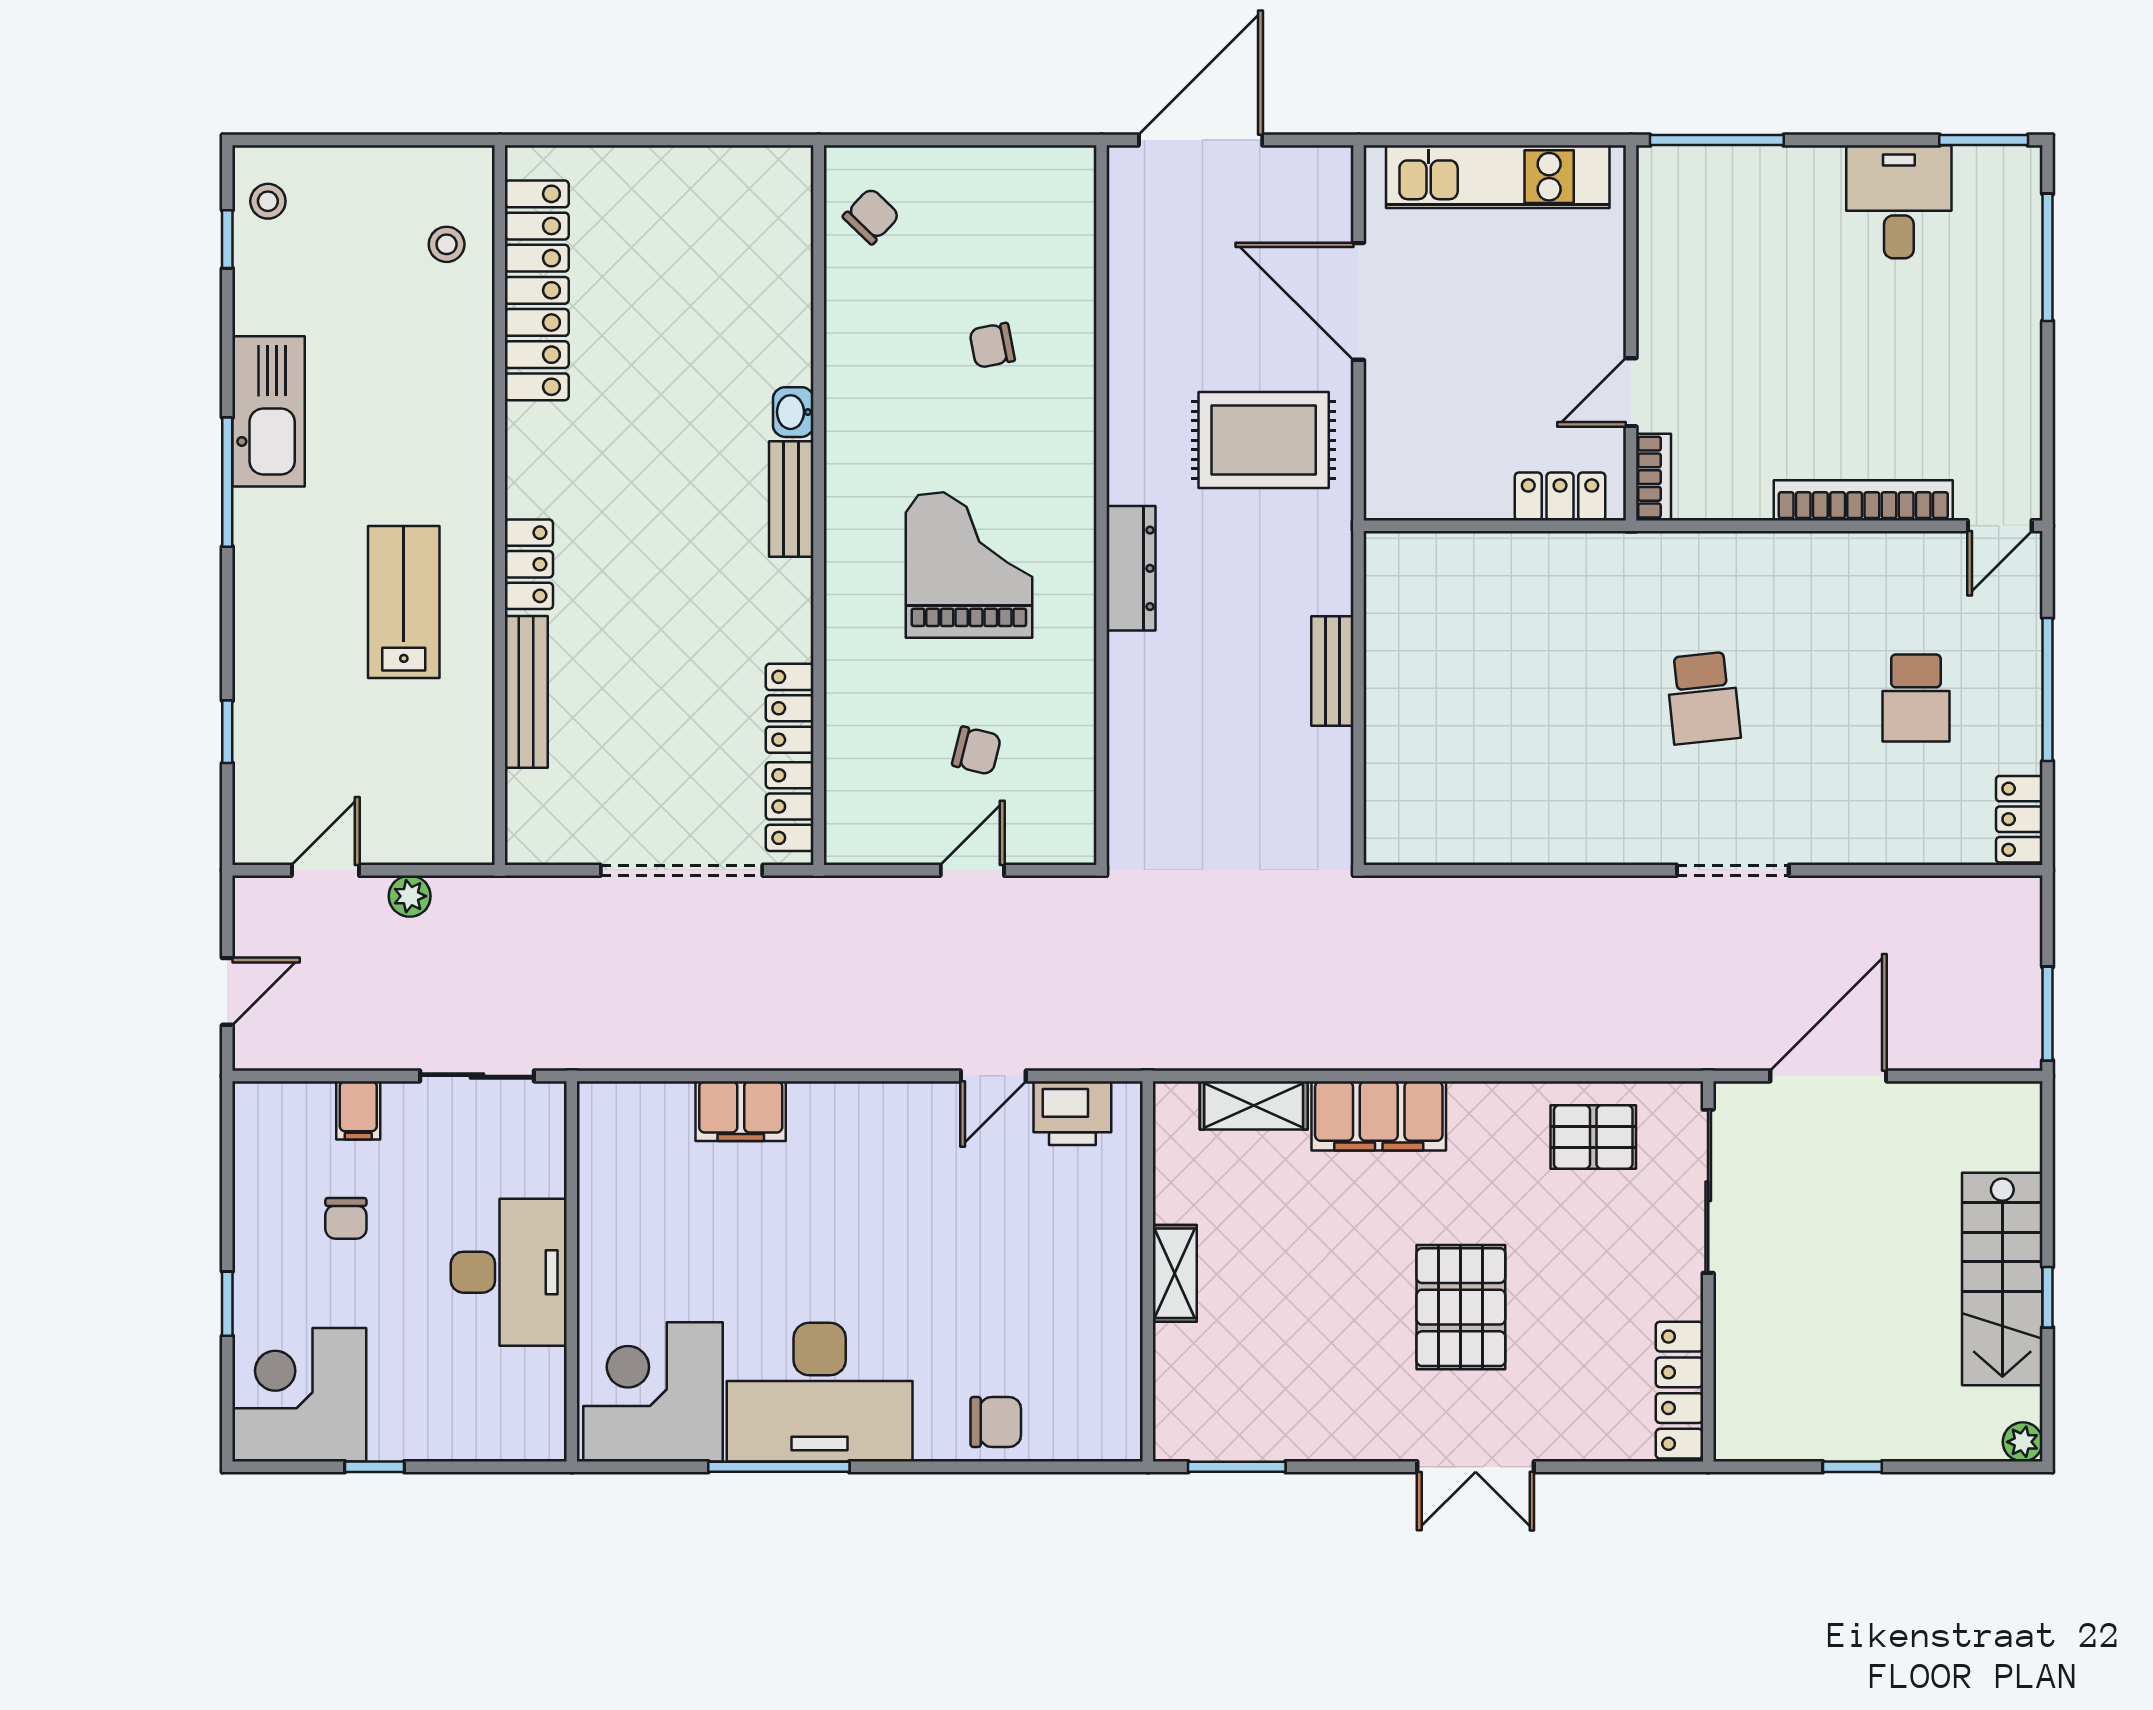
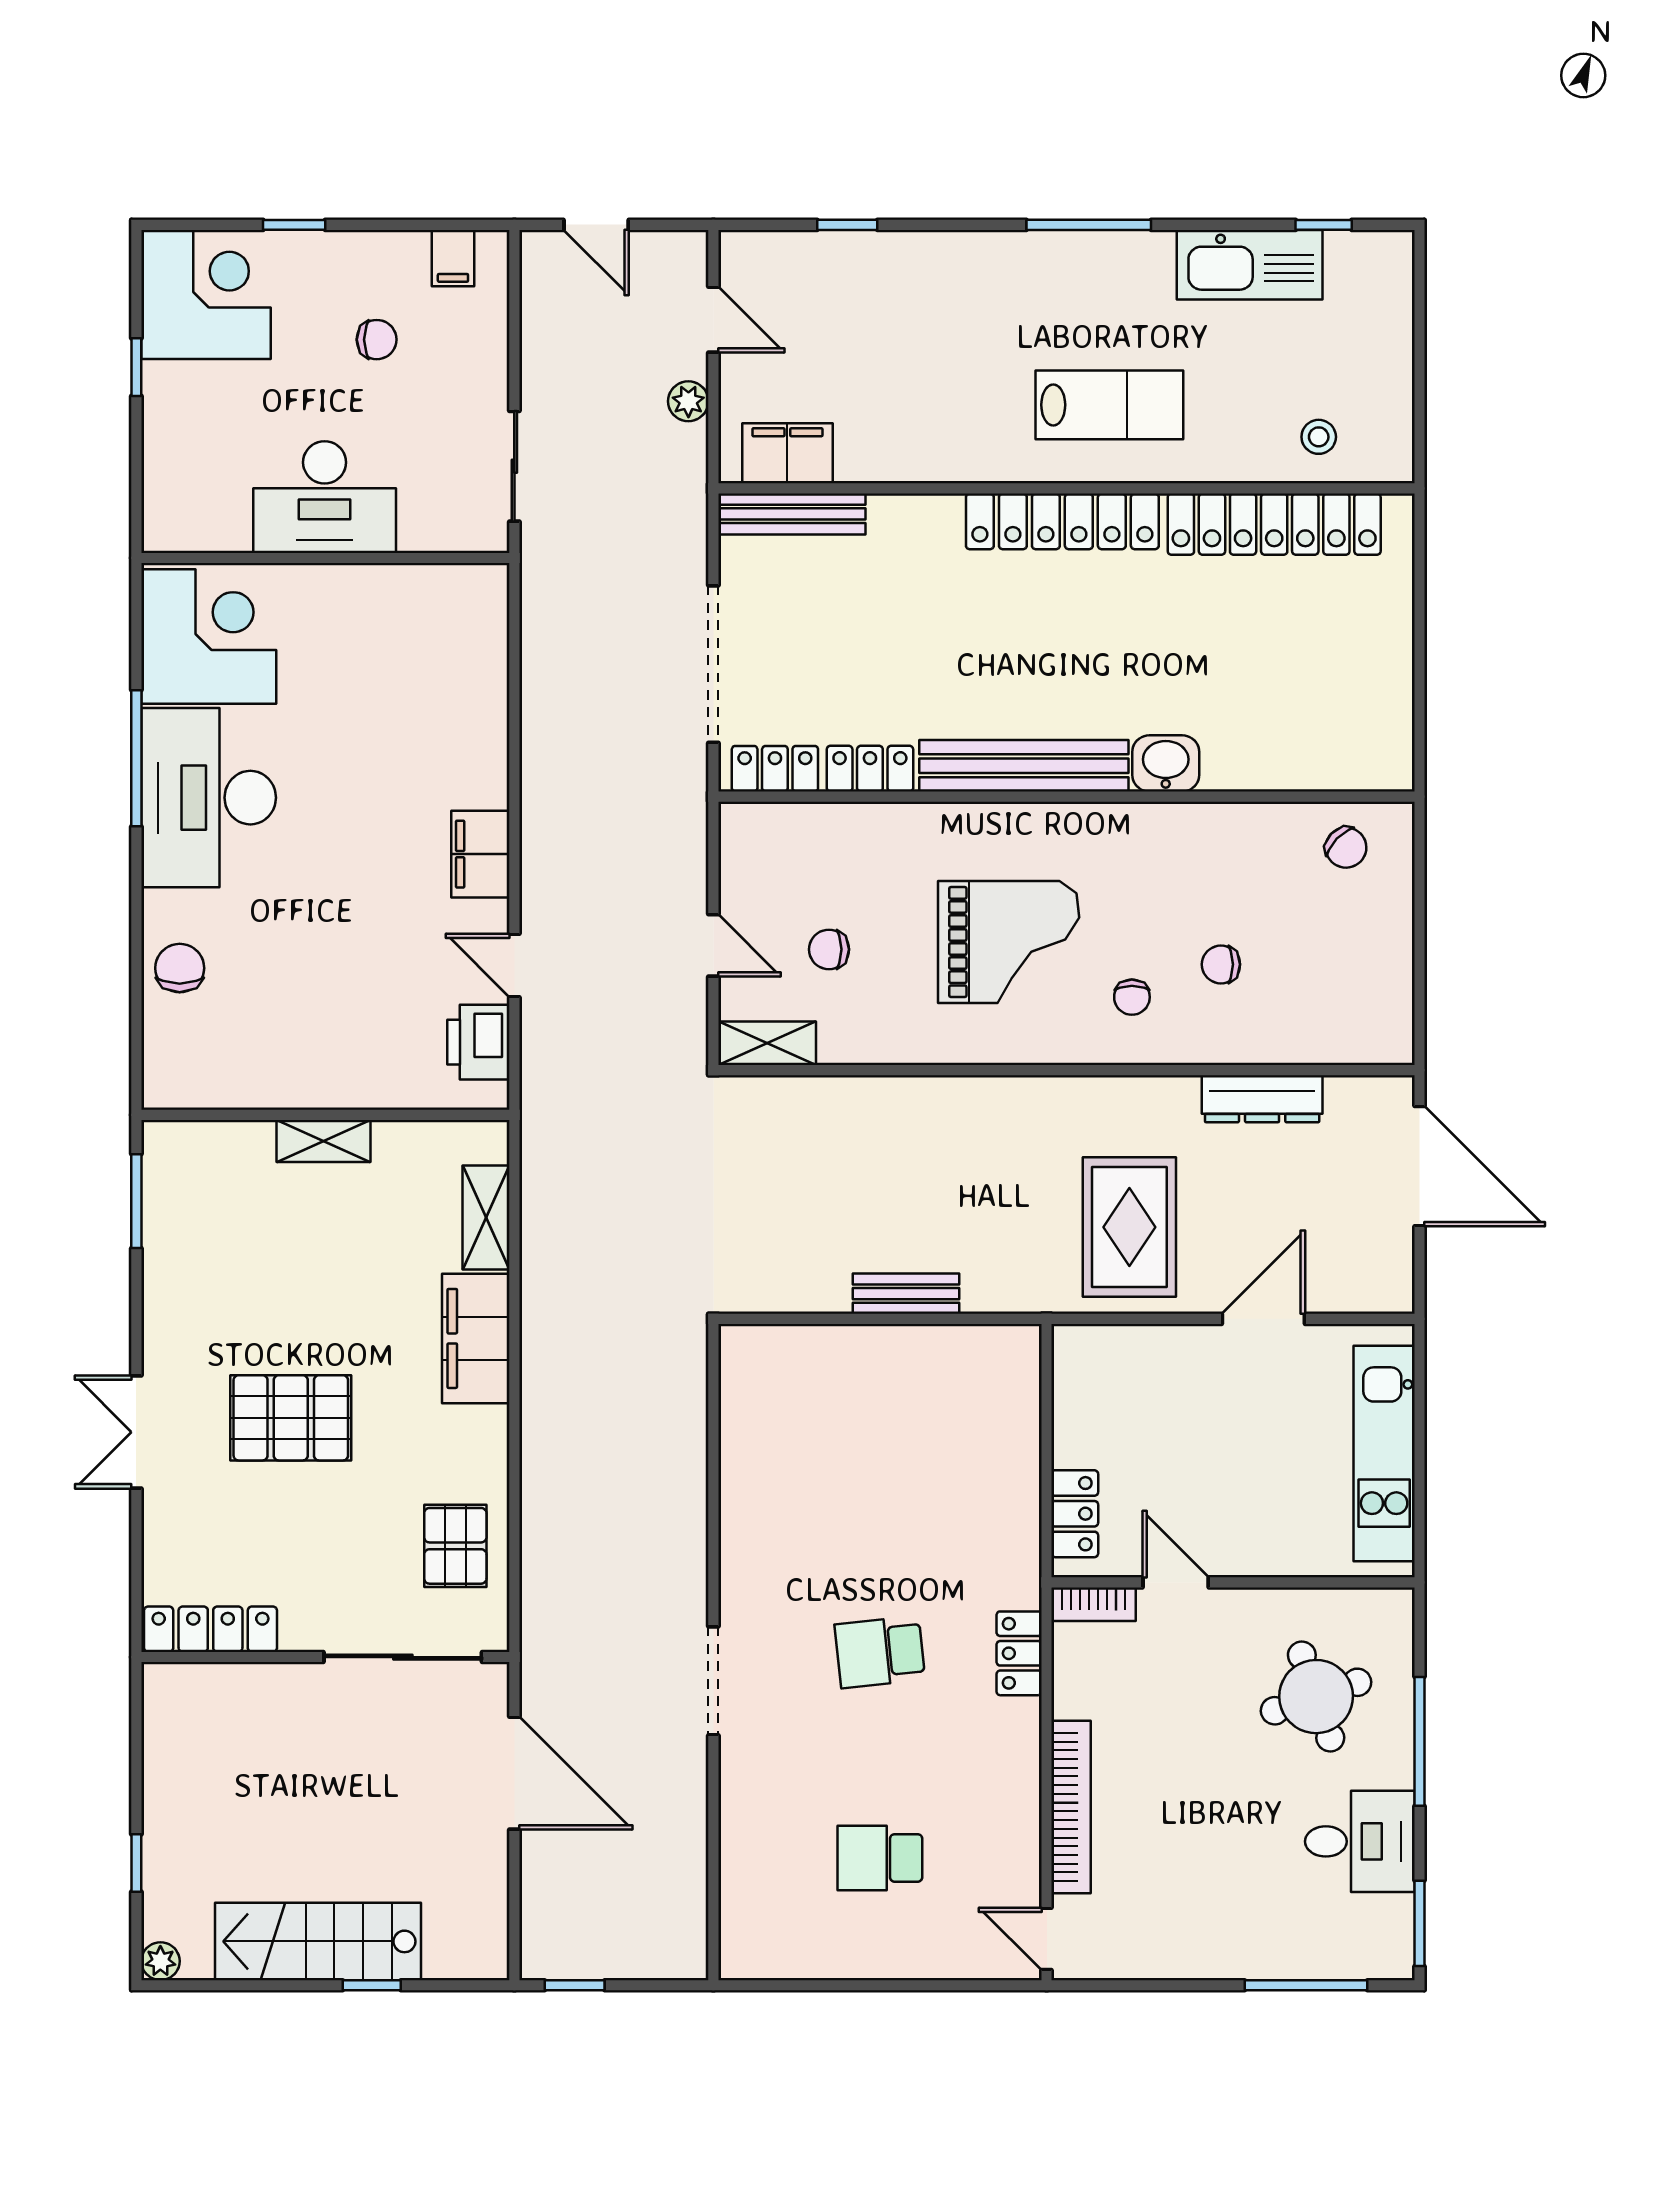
window: (1717, 140) -> (1419, 1741), moved
stool: (268, 201) -> (1360, 264), removed
round table: (1749, 247) -> (1316, 1697), added
door: (1359, 301) -> (1263, 1319), width x0.73
chair: (992, 345) -> (1221, 964), turned -79
kitchen sink: (269, 411) -> (1250, 265), moved
washbasin: (793, 412) -> (1166, 763), width x1.38, depth x1.45
chair: (1026, 437) -> (1132, 997), added
bench: (791, 499) -> (1024, 766), width x1.86, depth x1.21
locker: (529, 564) -> (1062, 521), width x2.16, depth x1.21
dresser: (1131, 568) -> (1262, 1099), moved
lab bench: (404, 602) -> (1109, 405), moved
window: (2048, 690) -> (888, 1985), removed
bench: (526, 692) -> (792, 514), moved
chair: (977, 751) -> (829, 949), turned 76
filing cabinet: (464, 794) -> (787, 453), added
shelving: (1074, 815) -> (767, 1043), added
locker: (2019, 819) -> (1019, 1653), moved, turned -90
window: (2048, 1014) -> (575, 1985), width x0.67
filing cabinet: (358, 1110) -> (453, 258), moved, turned -90
filing cabinet: (741, 1111) -> (480, 854), moved
chair: (346, 1218) -> (377, 340), turned 180
window: (2048, 1297) -> (372, 1985), moved
chair: (996, 1422) -> (180, 968), turned 180
window: (1852, 1467) -> (136, 1863), moved

